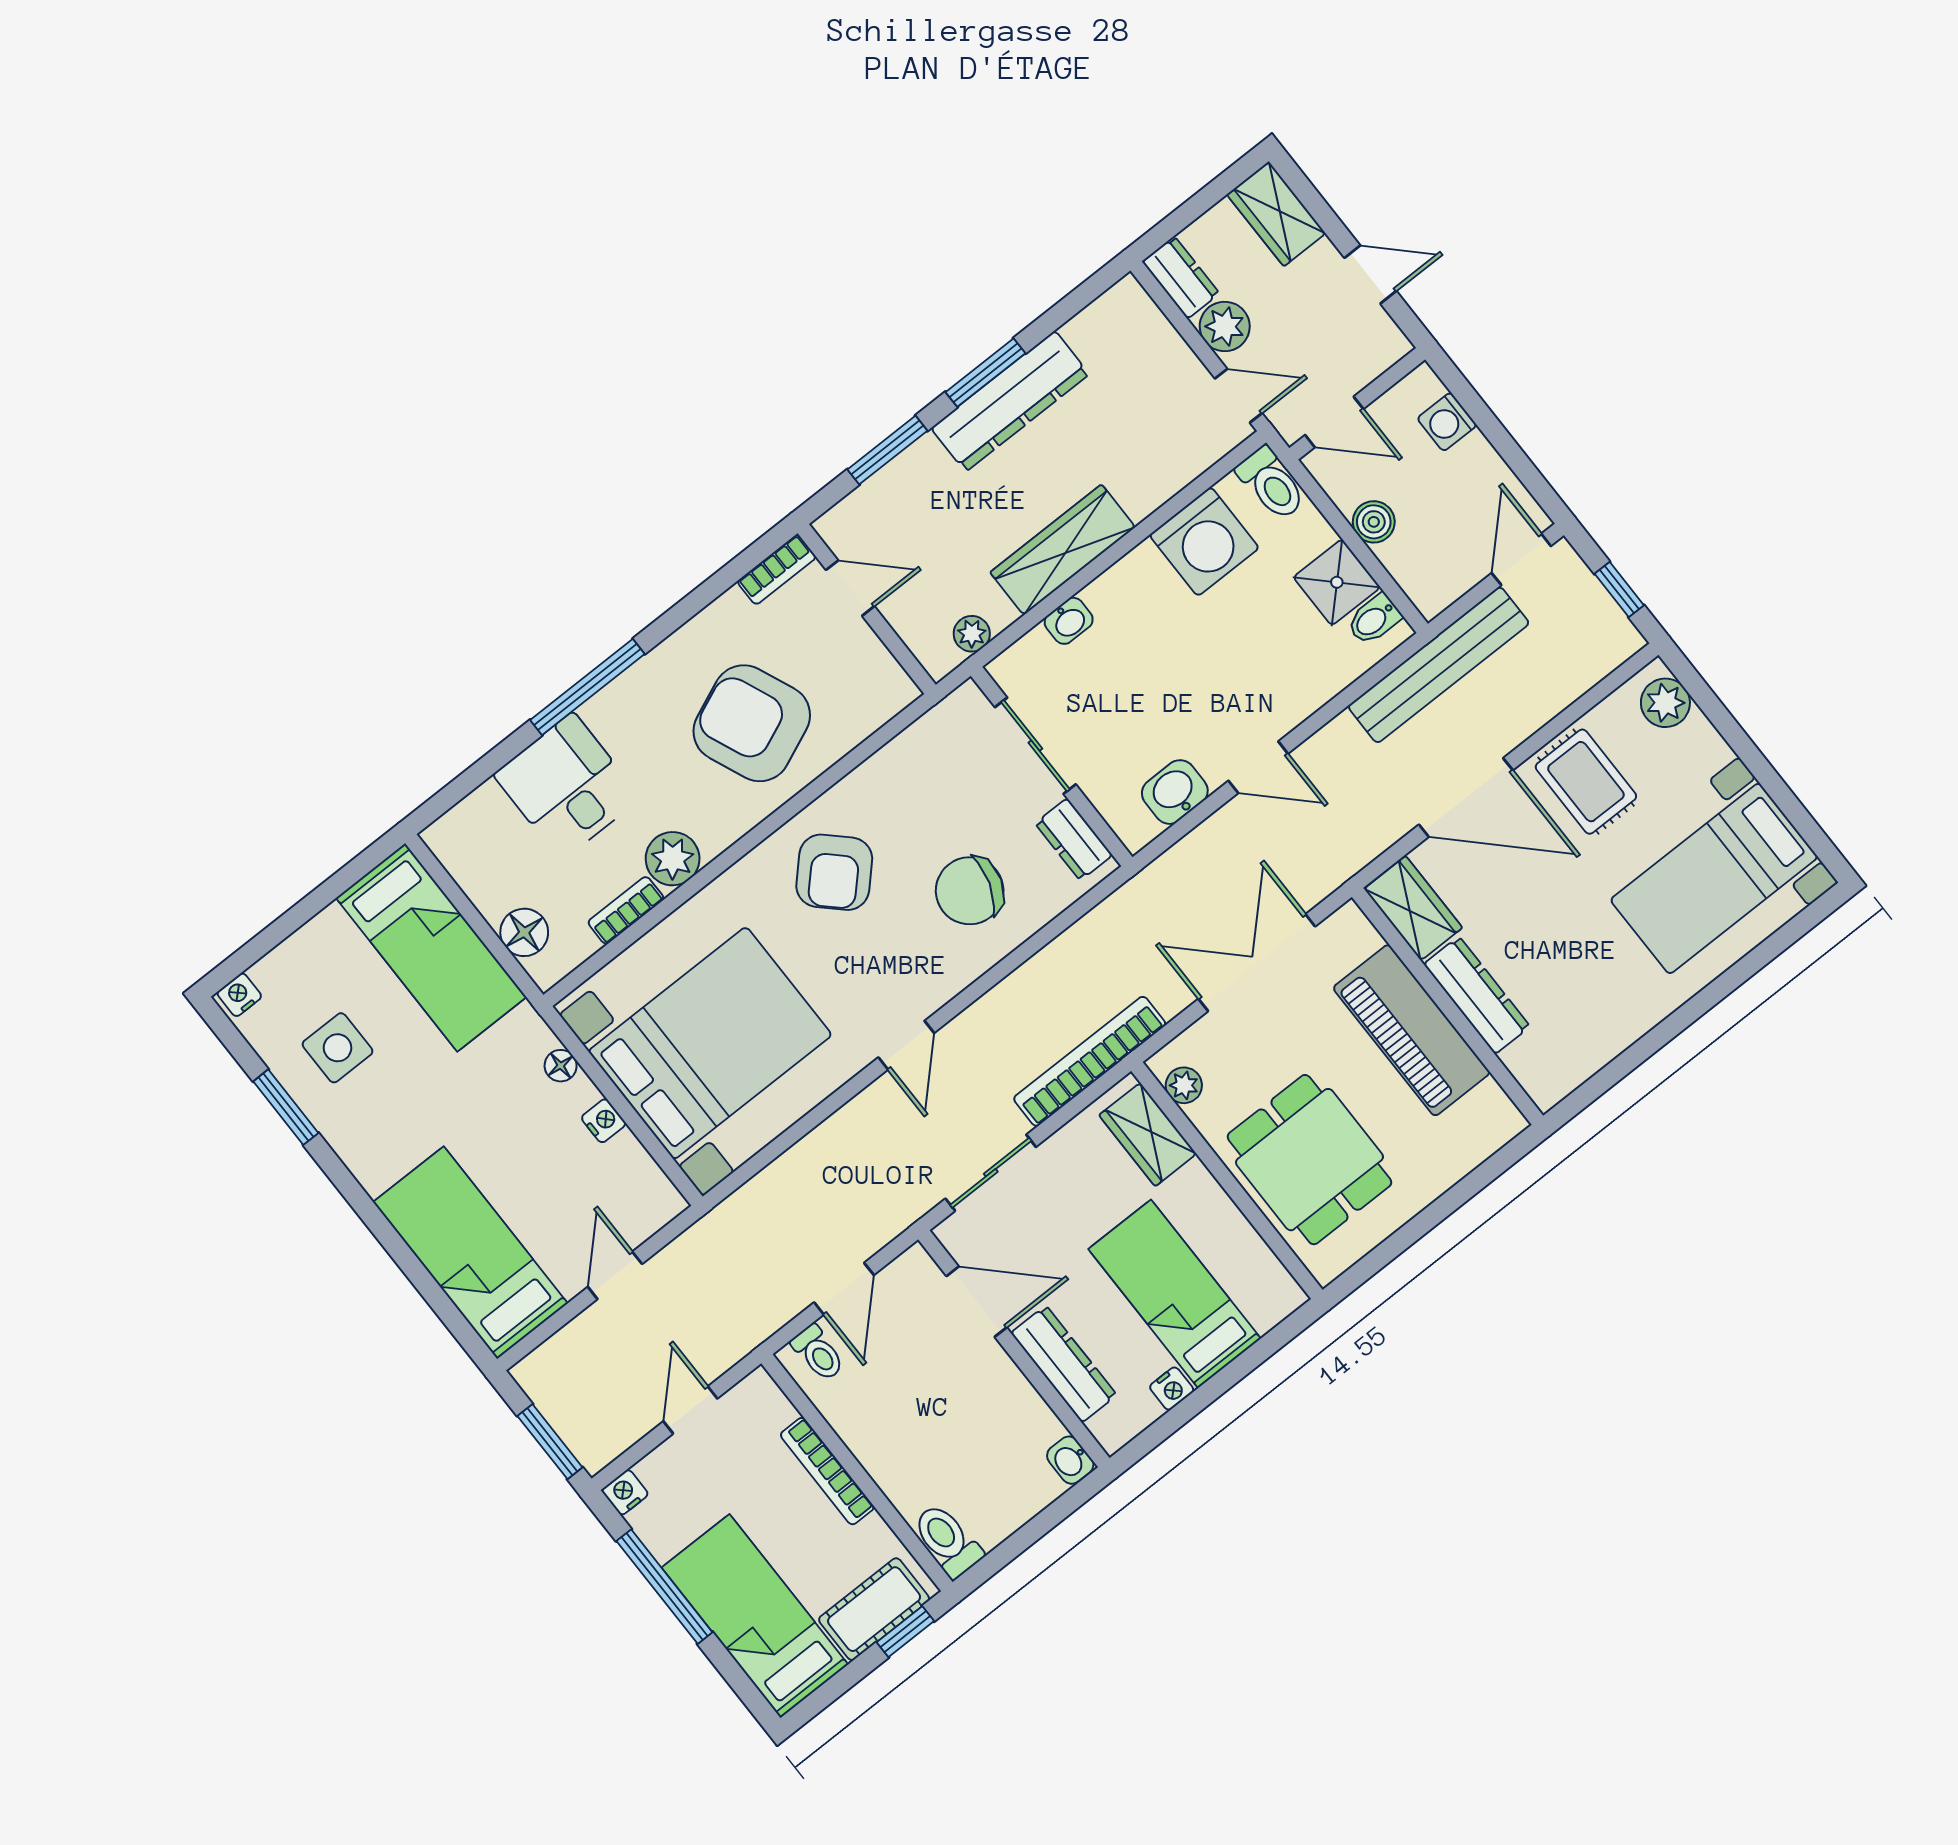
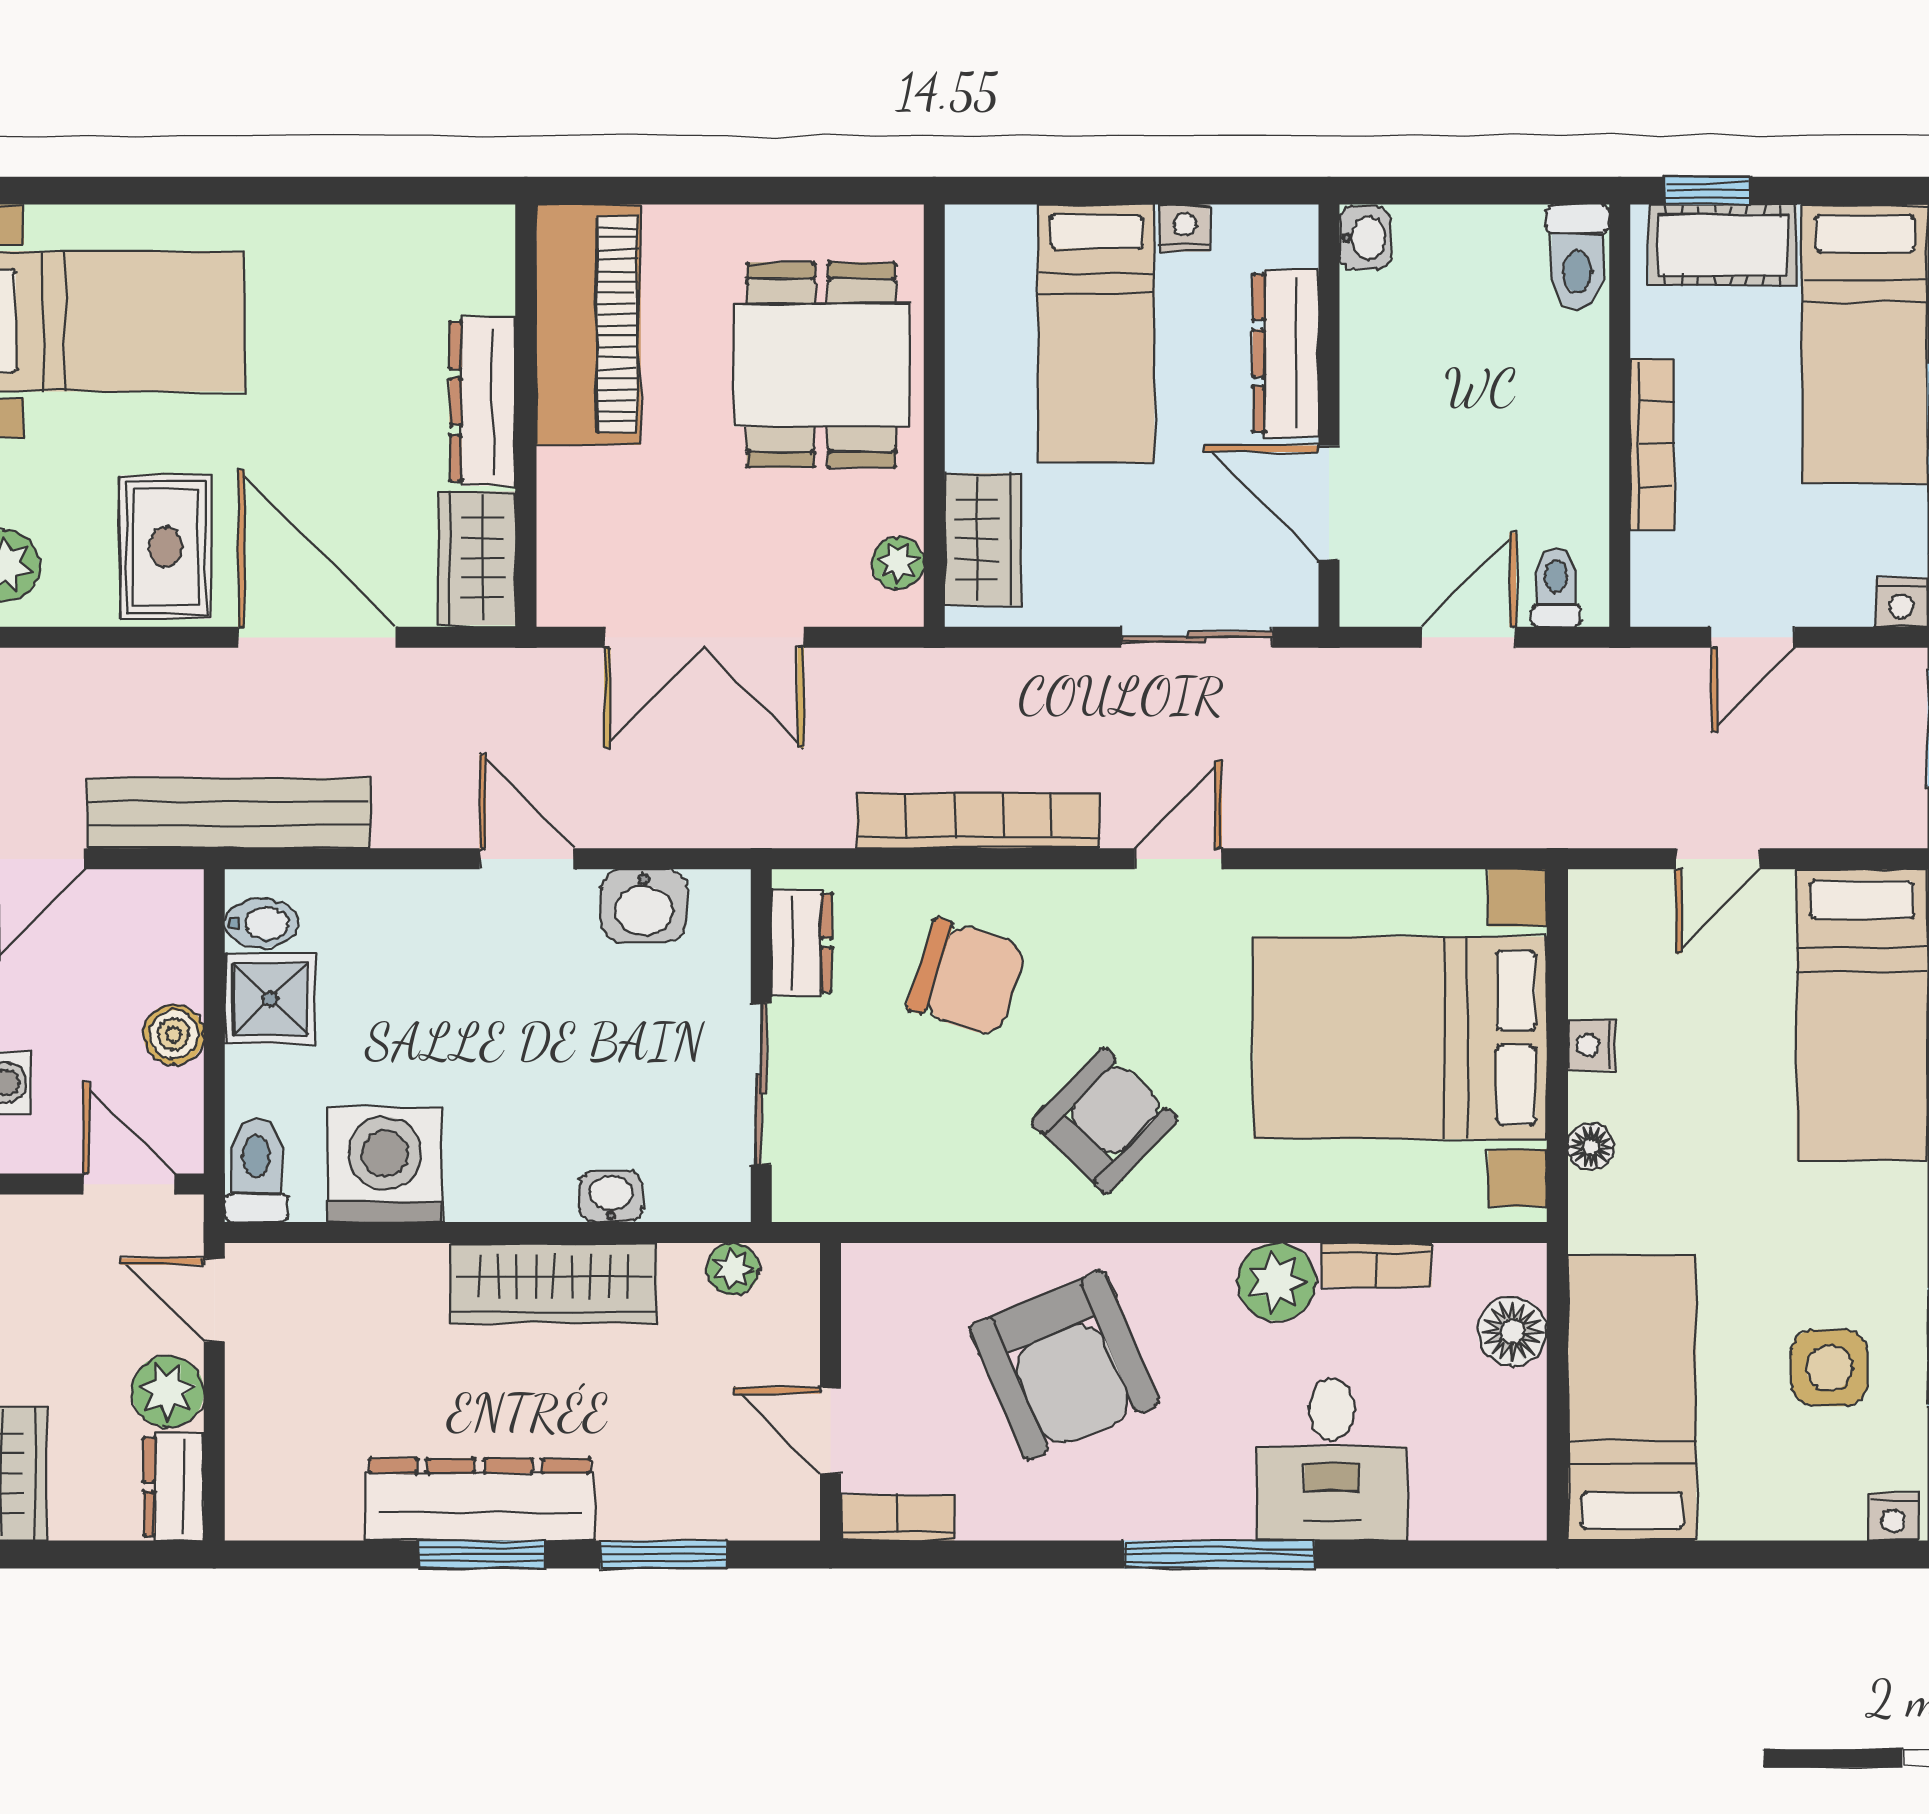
piano: (1412, 1030) -> (588, 325), moved
bookcase: (1090, 1061) -> (978, 821), moved, turned 180

